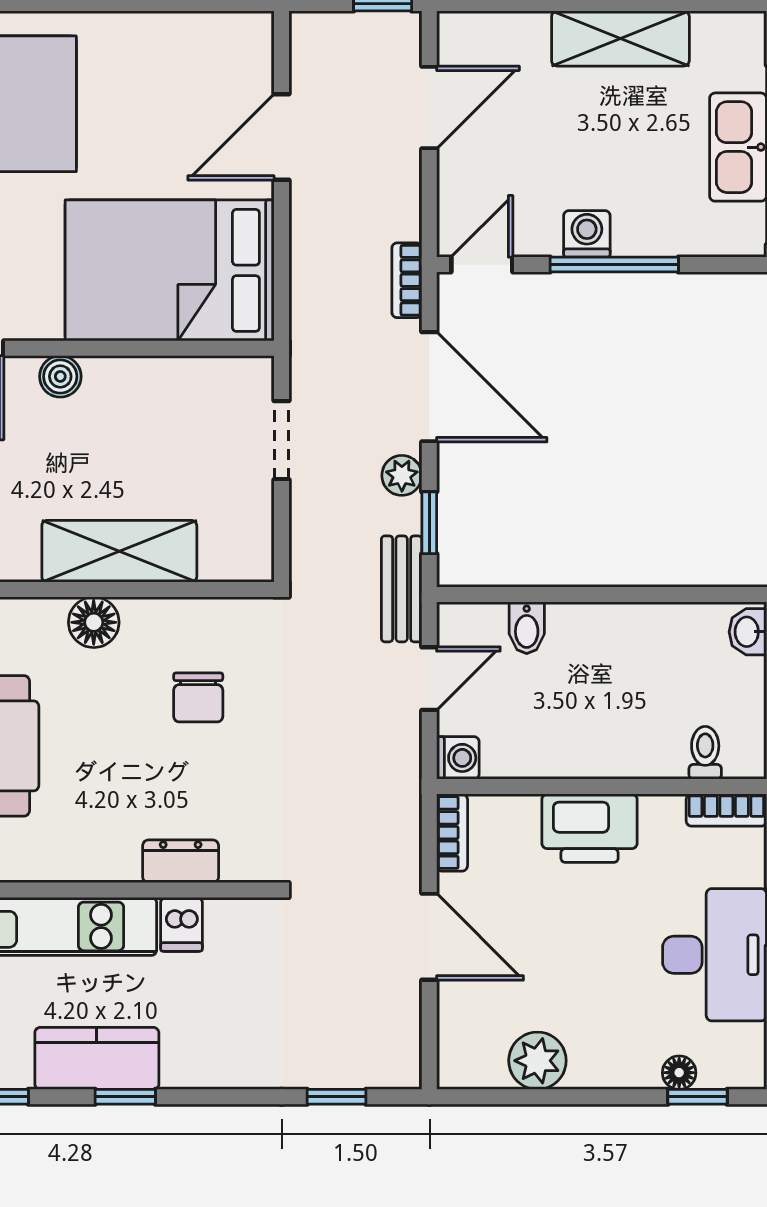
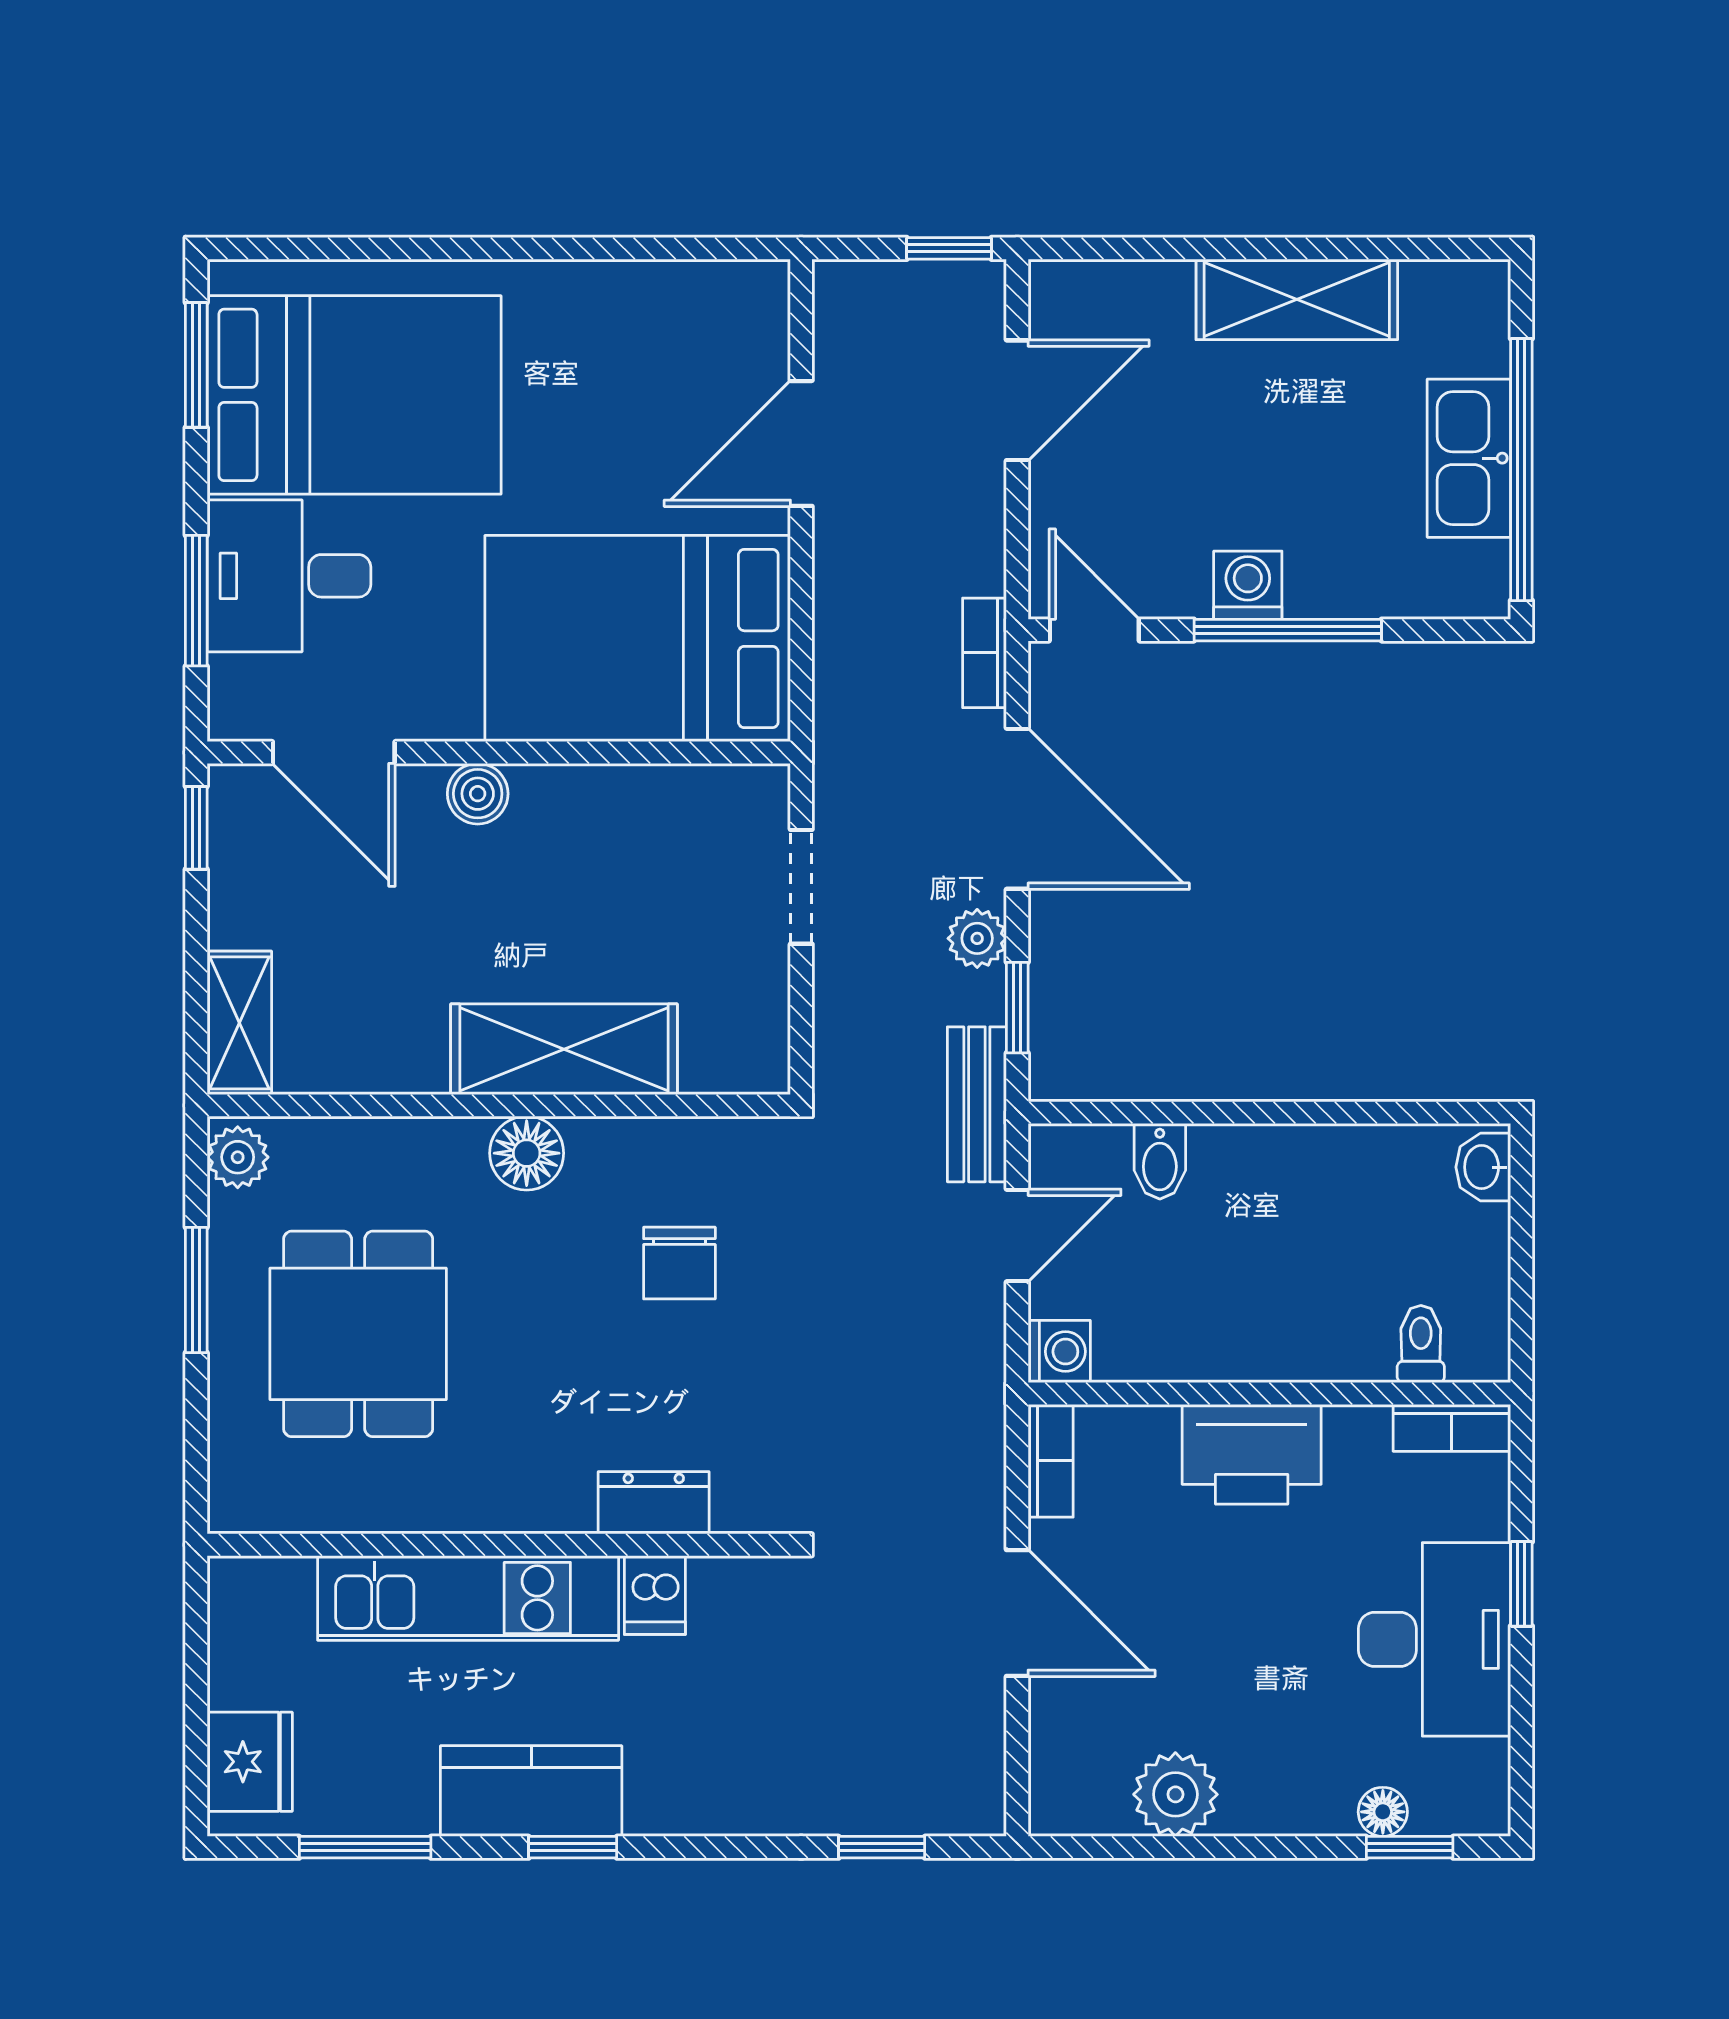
door: (482, 265) -> (1094, 630), hinge flipped

